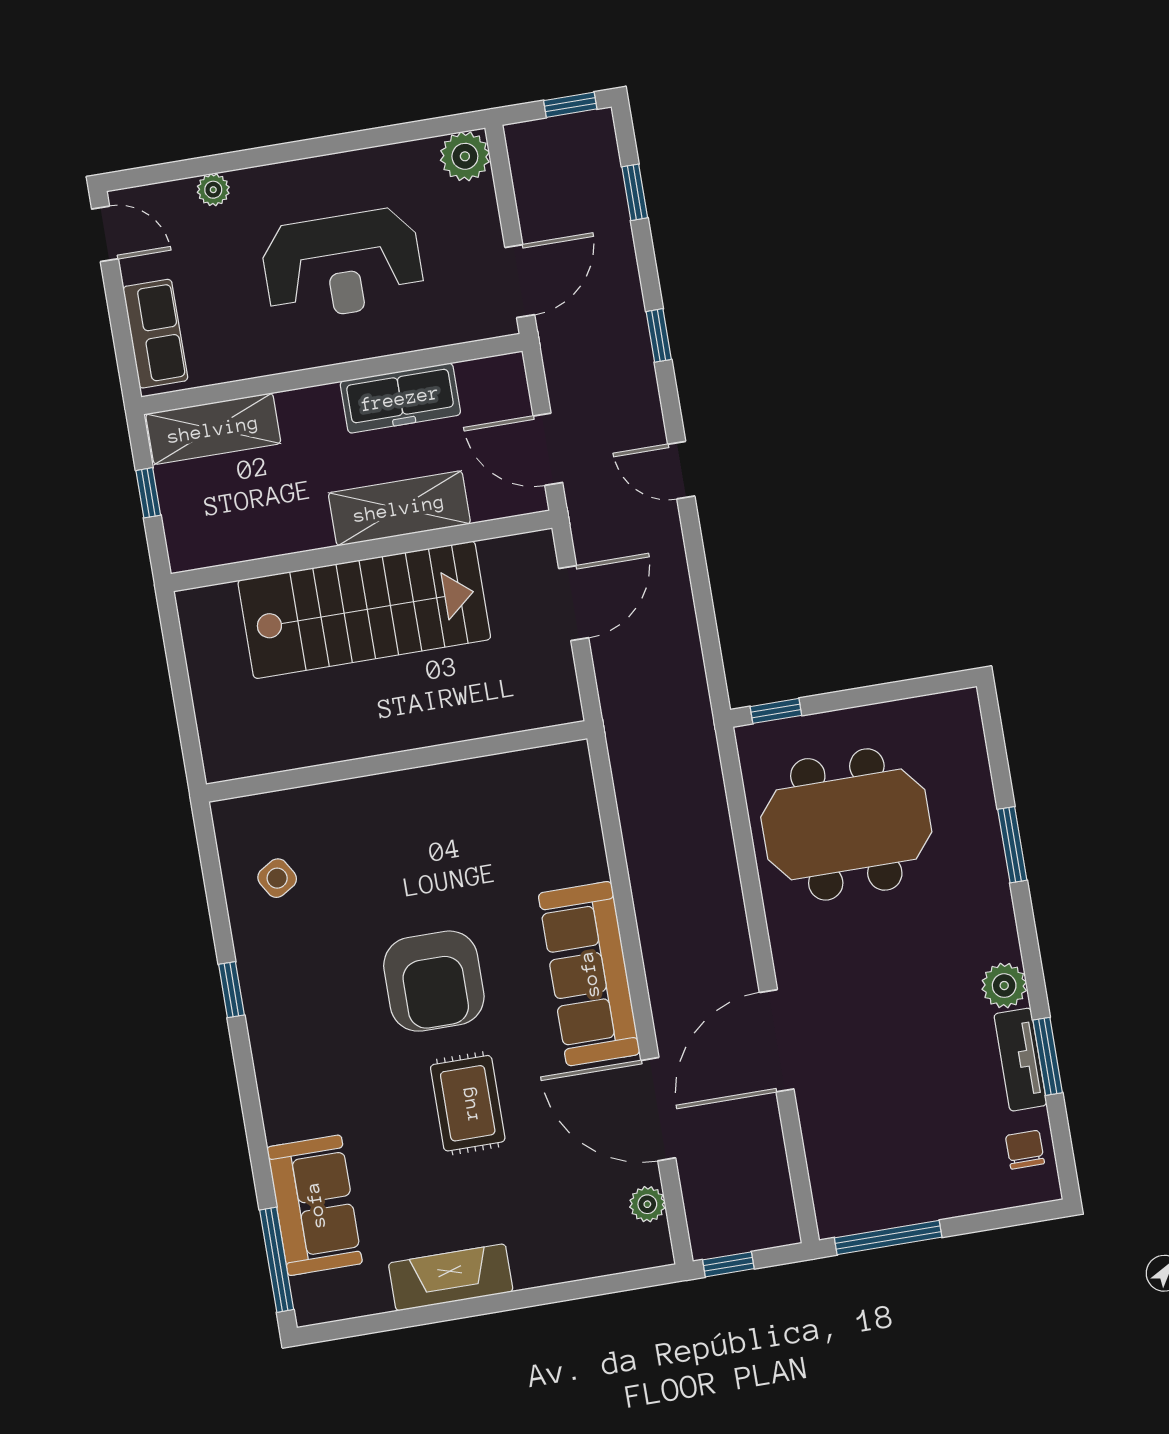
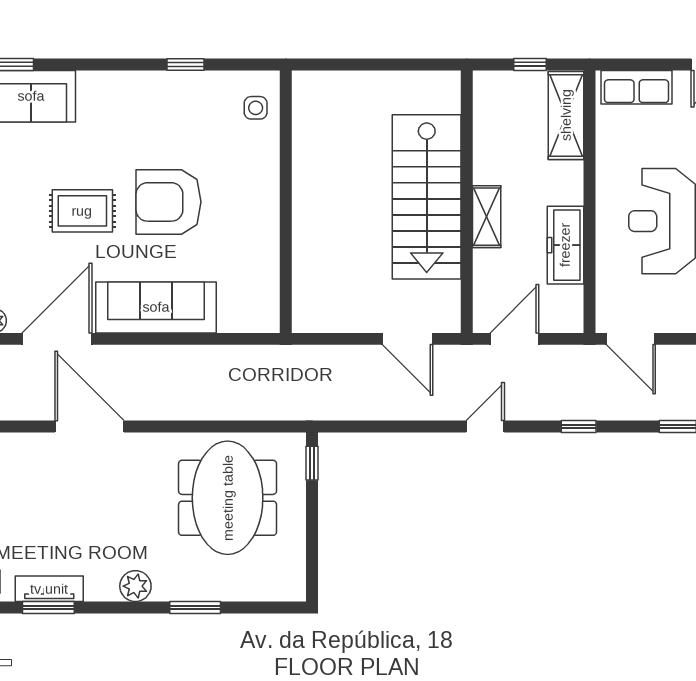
shelving: (399, 508) -> (487, 217), width x0.67, depth x0.75
wall: (397, 761) -> (286, 202), moved
side table: (277, 878) -> (256, 108), turned 31
plant: (1004, 986) -> (135, 586), moved

